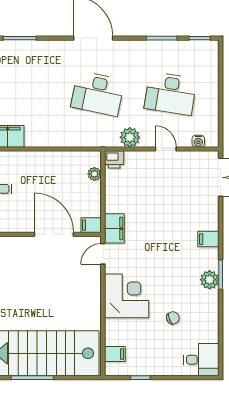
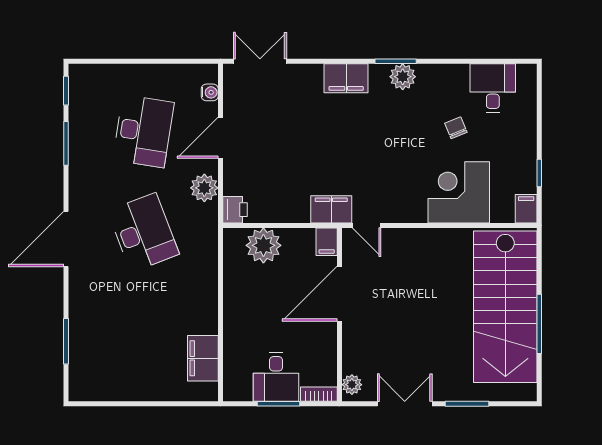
desk: (98, 94) -> (143, 233), turned -33
door: (166, 149) -> (221, 138), width x1.38
plant: (94, 174) -> (263, 245), width x1.88, depth x1.88
filing cabinet: (208, 239) -> (346, 78), width x2.00
corner desk: (127, 296) -> (459, 192), moved
filing cabinet: (115, 354) -> (526, 209), moved
desk: (201, 360) -> (493, 88), moved

